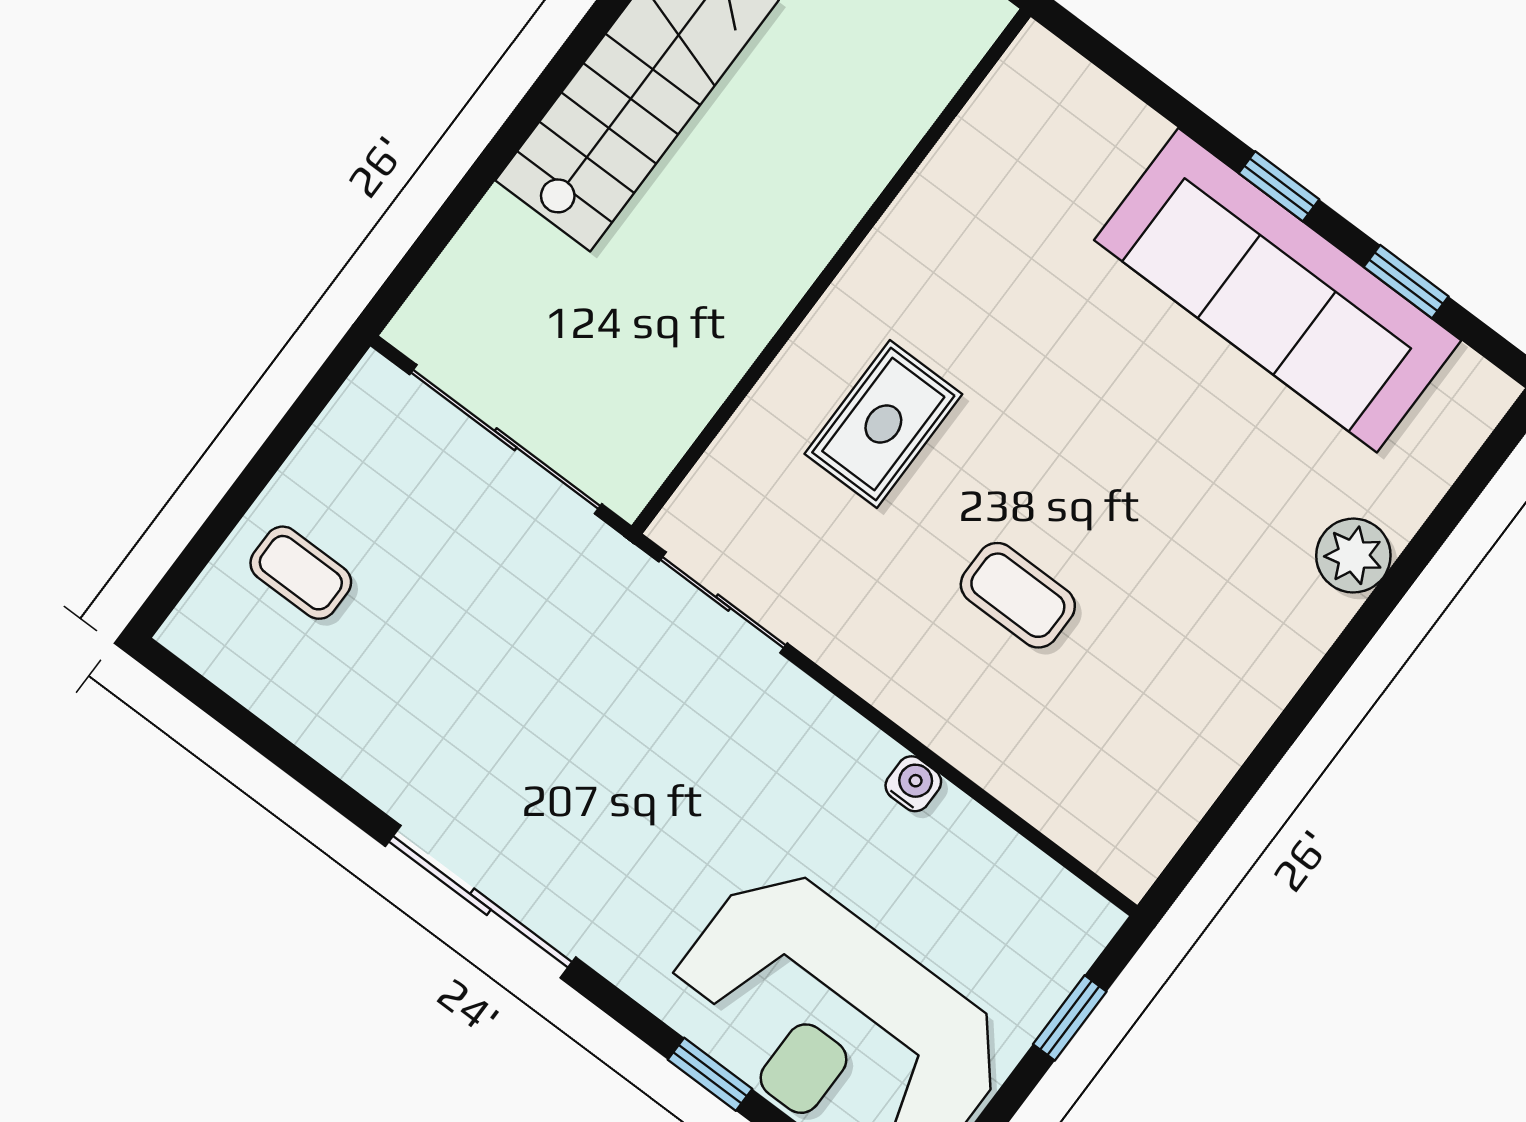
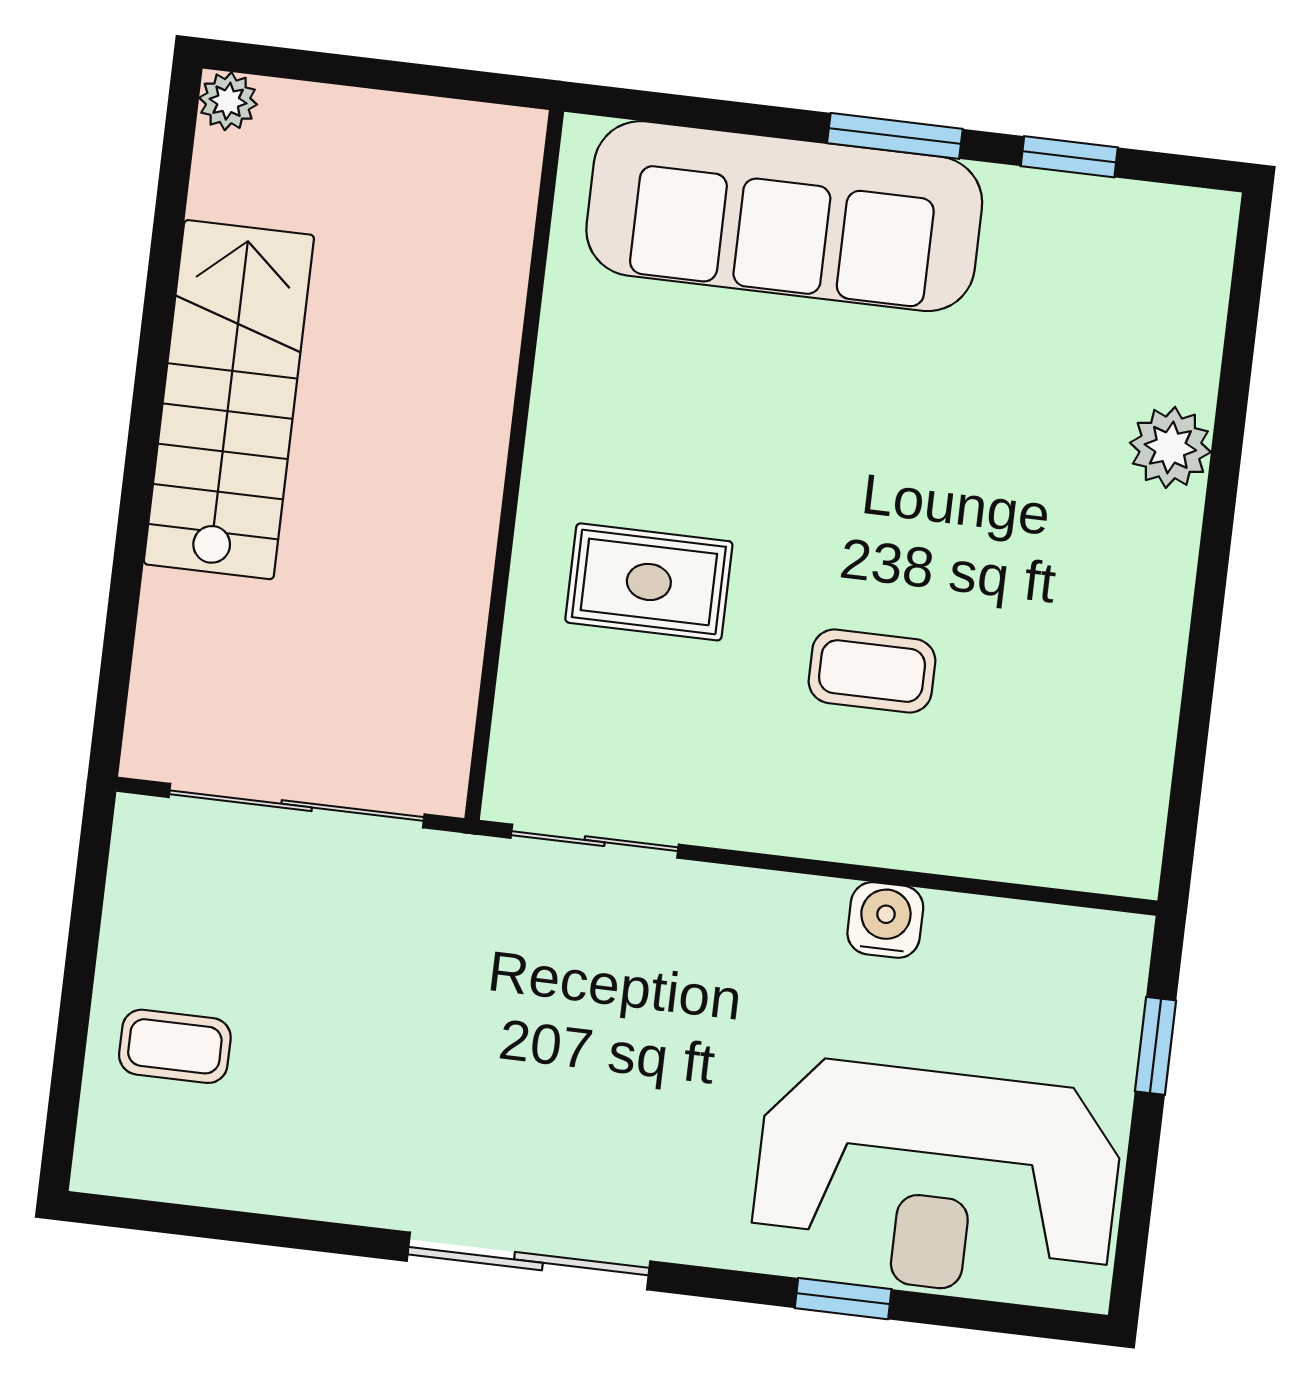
window: (1279, 186) -> (895, 136), width x1.50
sofa: (1278, 290) -> (784, 216), moved
rug: (883, 424) -> (649, 582), turned 90
water cooler: (913, 784) -> (885, 920), width x1.38, depth x1.38

